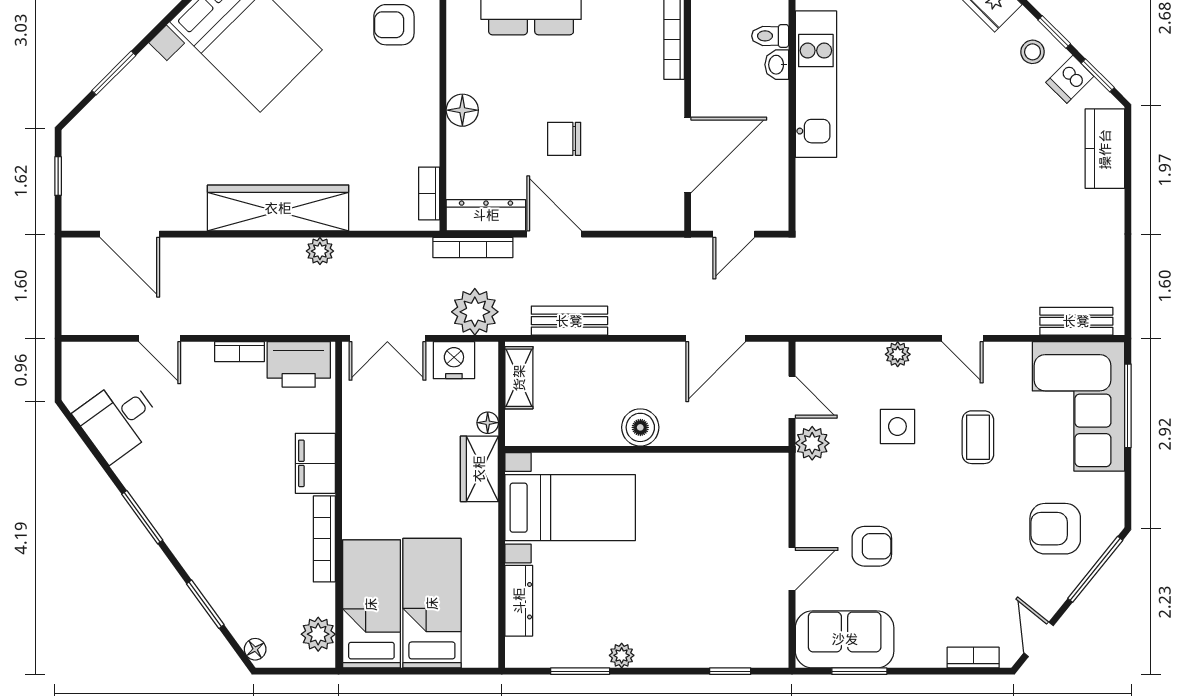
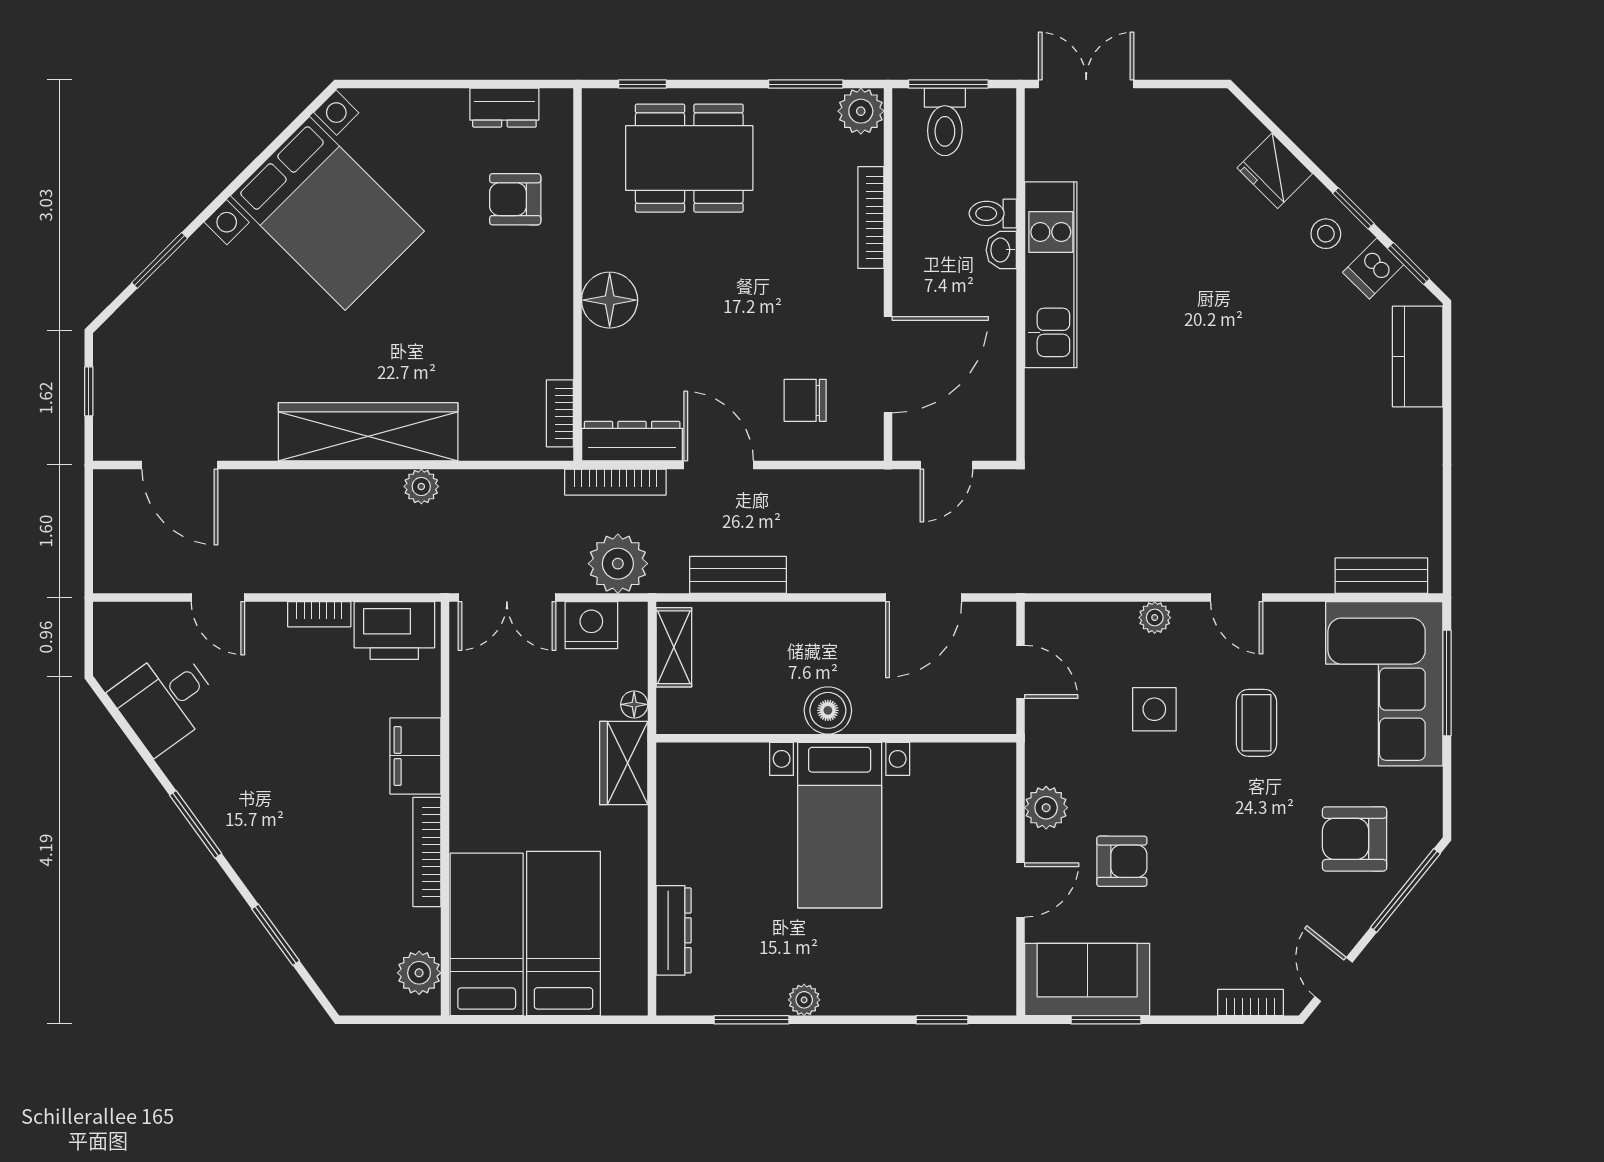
floor lamp: (462, 110) -> (610, 300), width x1.38, depth x1.38
chair: (564, 139) -> (805, 400), moved
plant: (812, 443) -> (1046, 808), moved
bed with nightstands: (570, 508) -> (840, 825), moved, turned 90
floor lamp: (255, 649) -> (339, 992), removed

